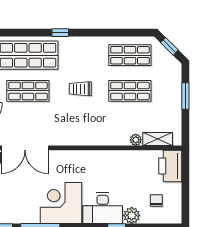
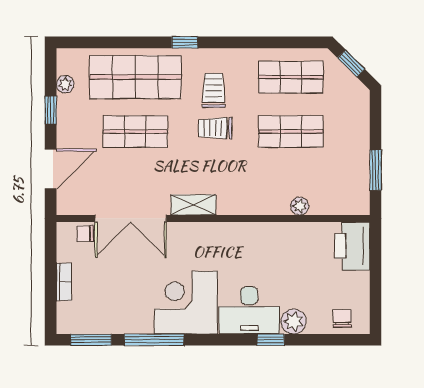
trolley: (79, 64) -> (214, 90), added
window: (185, 96) -> (376, 170), moved
shelving: (158, 139) -> (193, 205), moved
chair: (156, 200) -> (342, 318), moved

